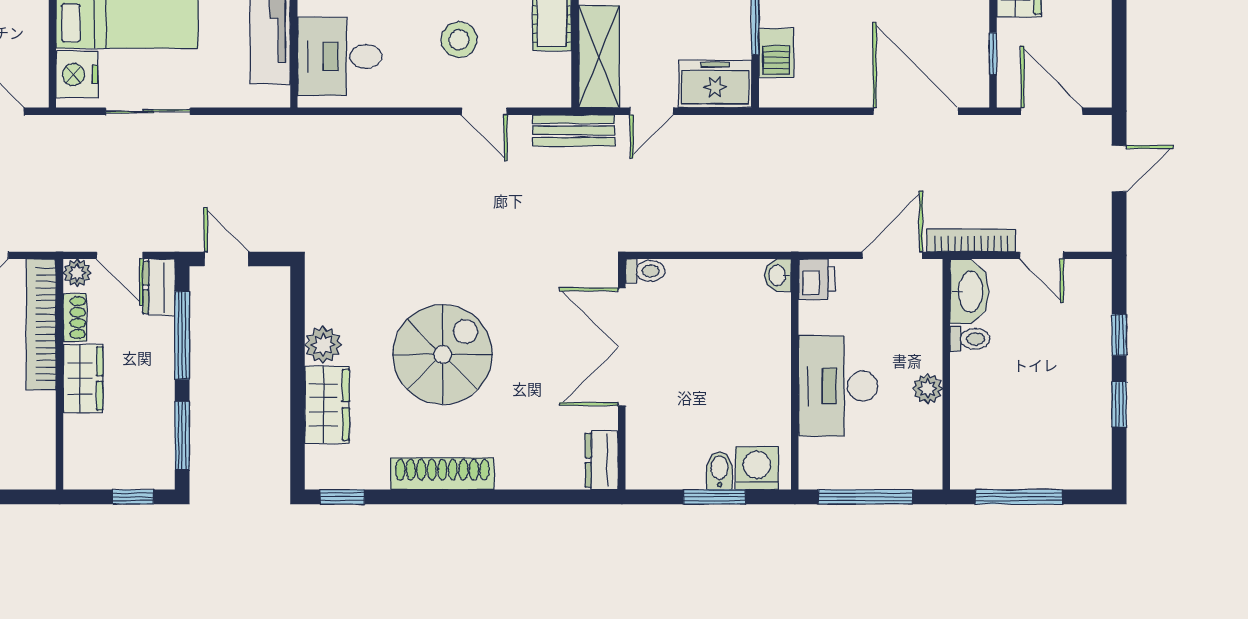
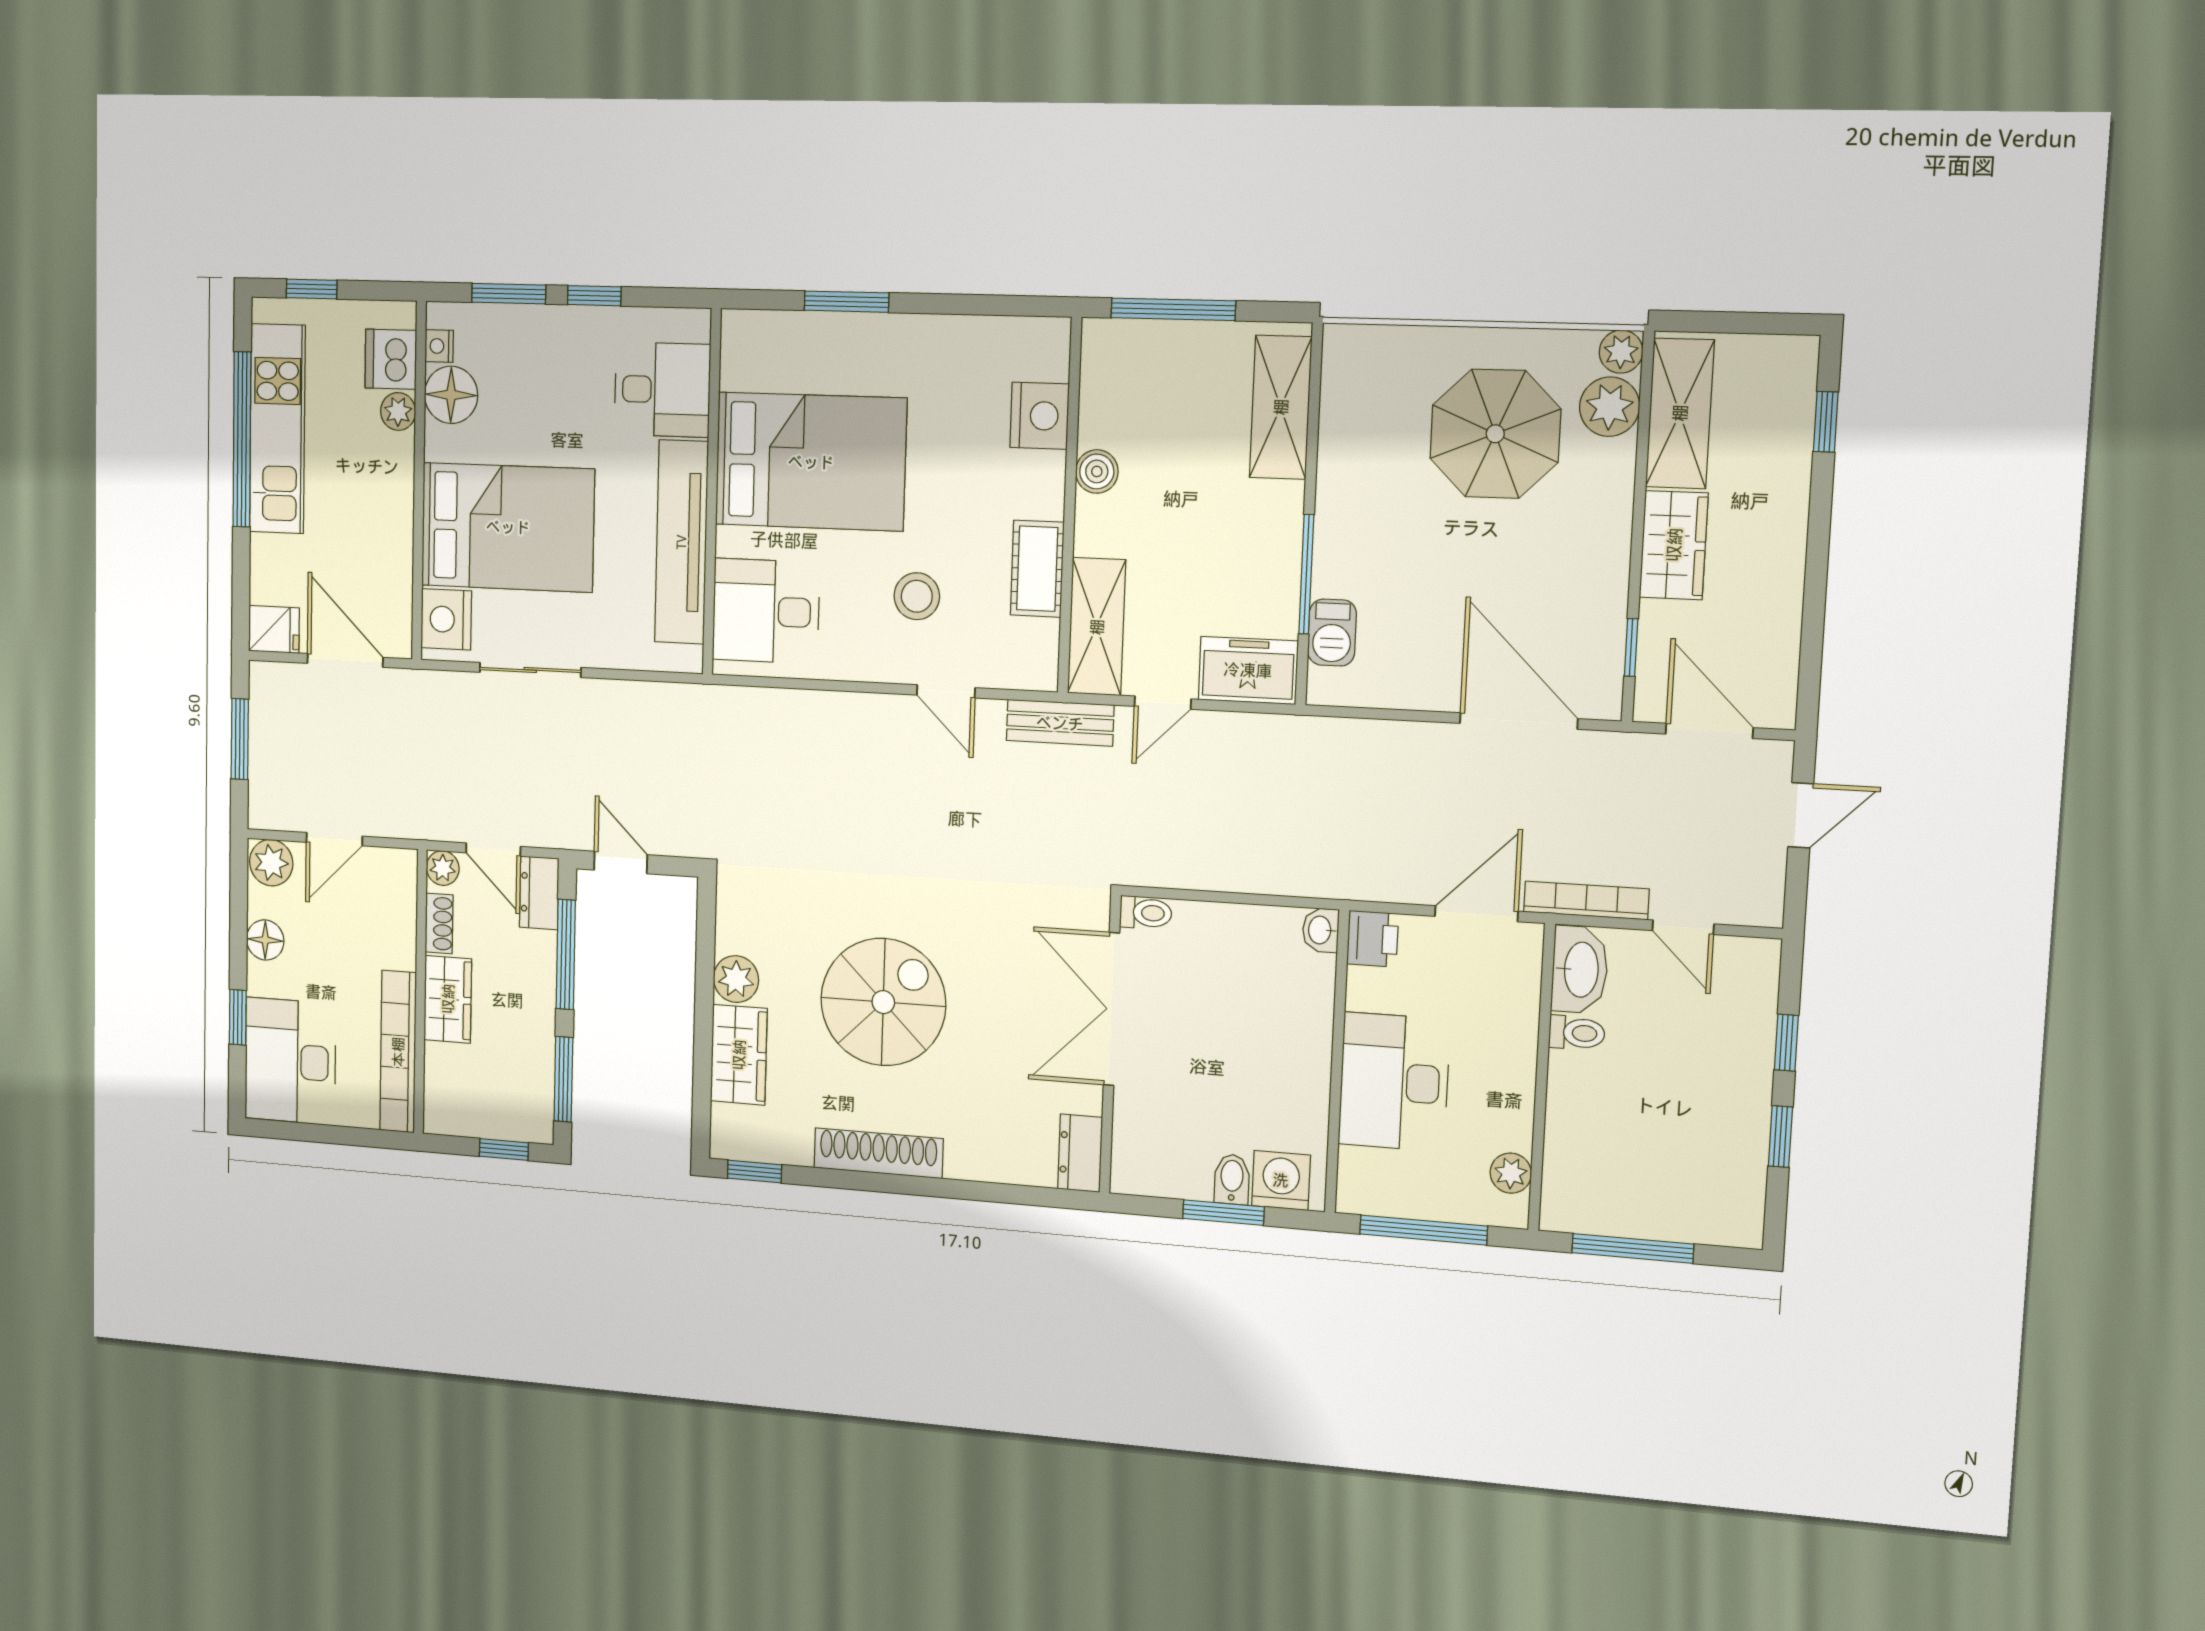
bookcase: (41, 324) -> (398, 1052), moved
plant: (927, 389) -> (1511, 1173), moved

